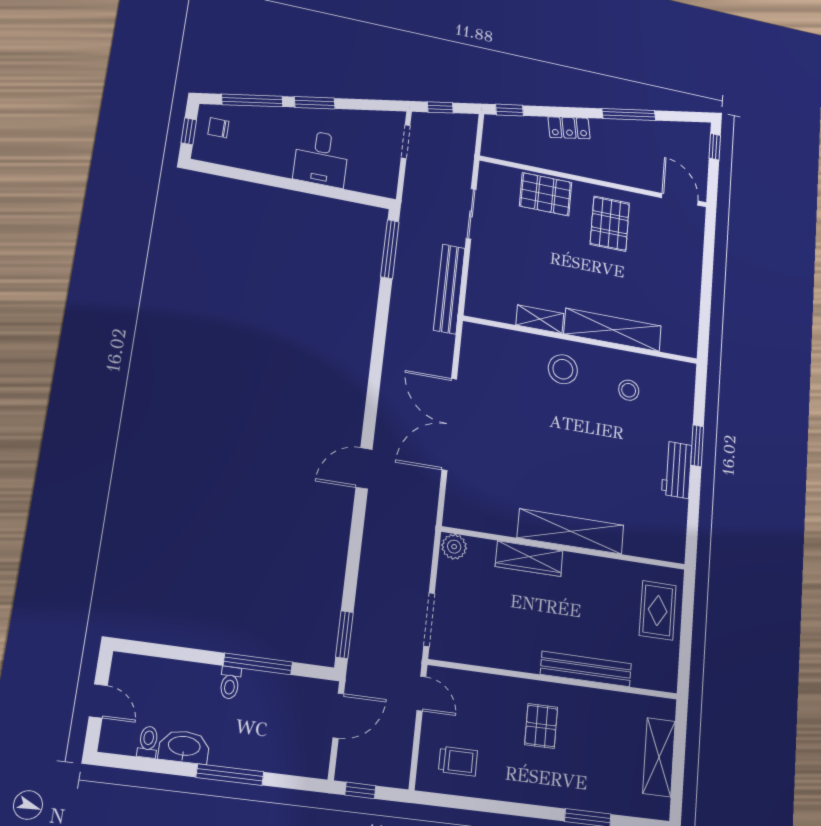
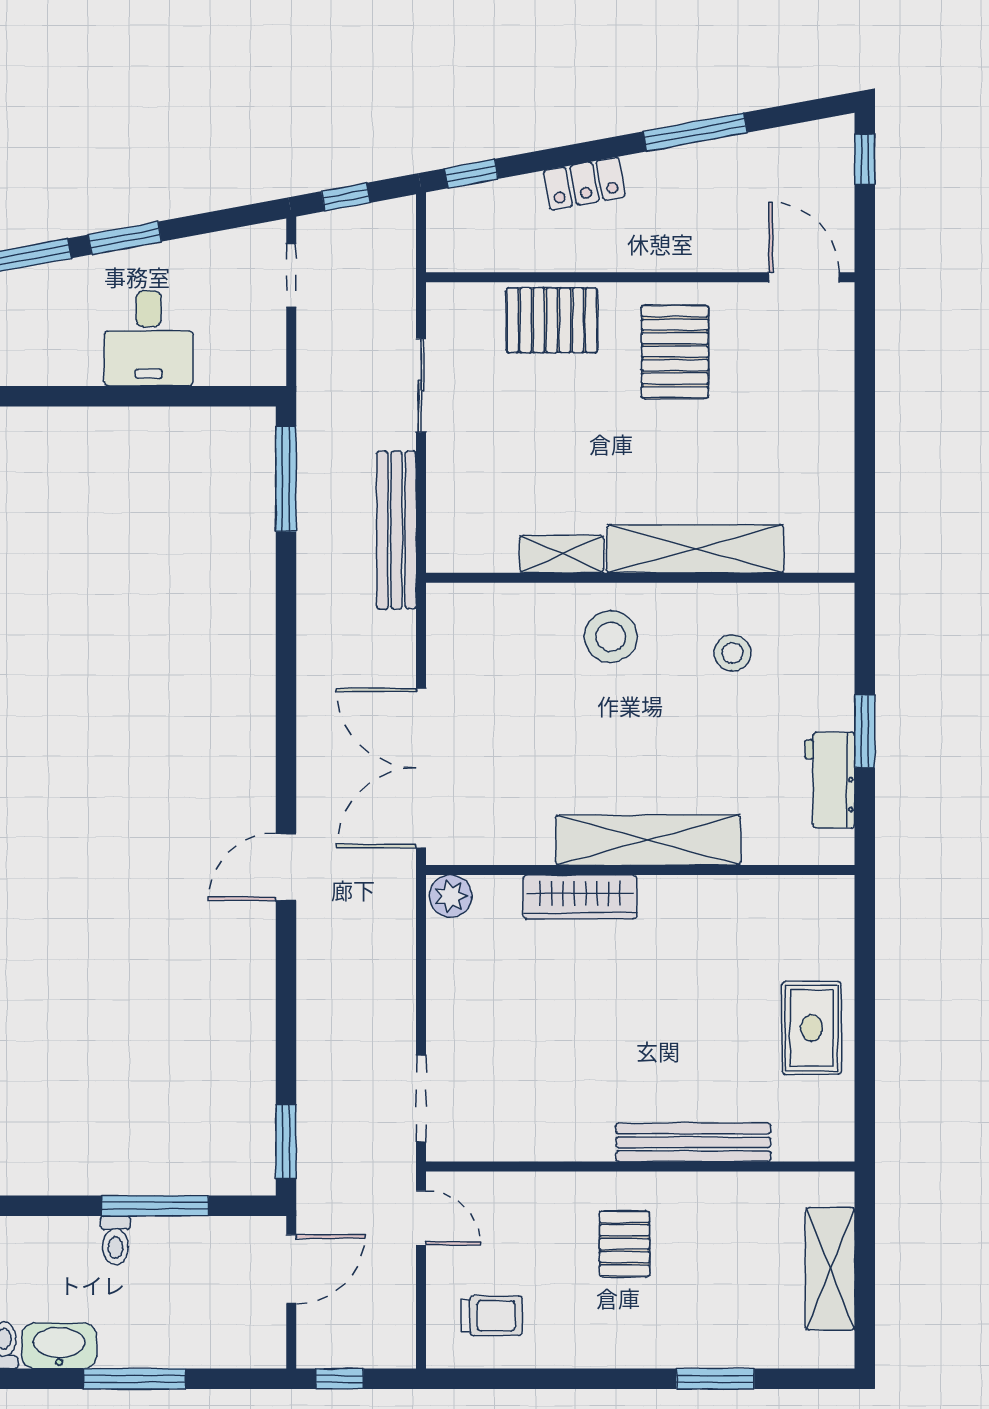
shelving: (571, 531) -> (648, 840), moved
plant: (454, 547) -> (450, 896), moved
wall: (565, 548) -> (640, 870), moved
wardrobe: (529, 559) -> (580, 897), moved

